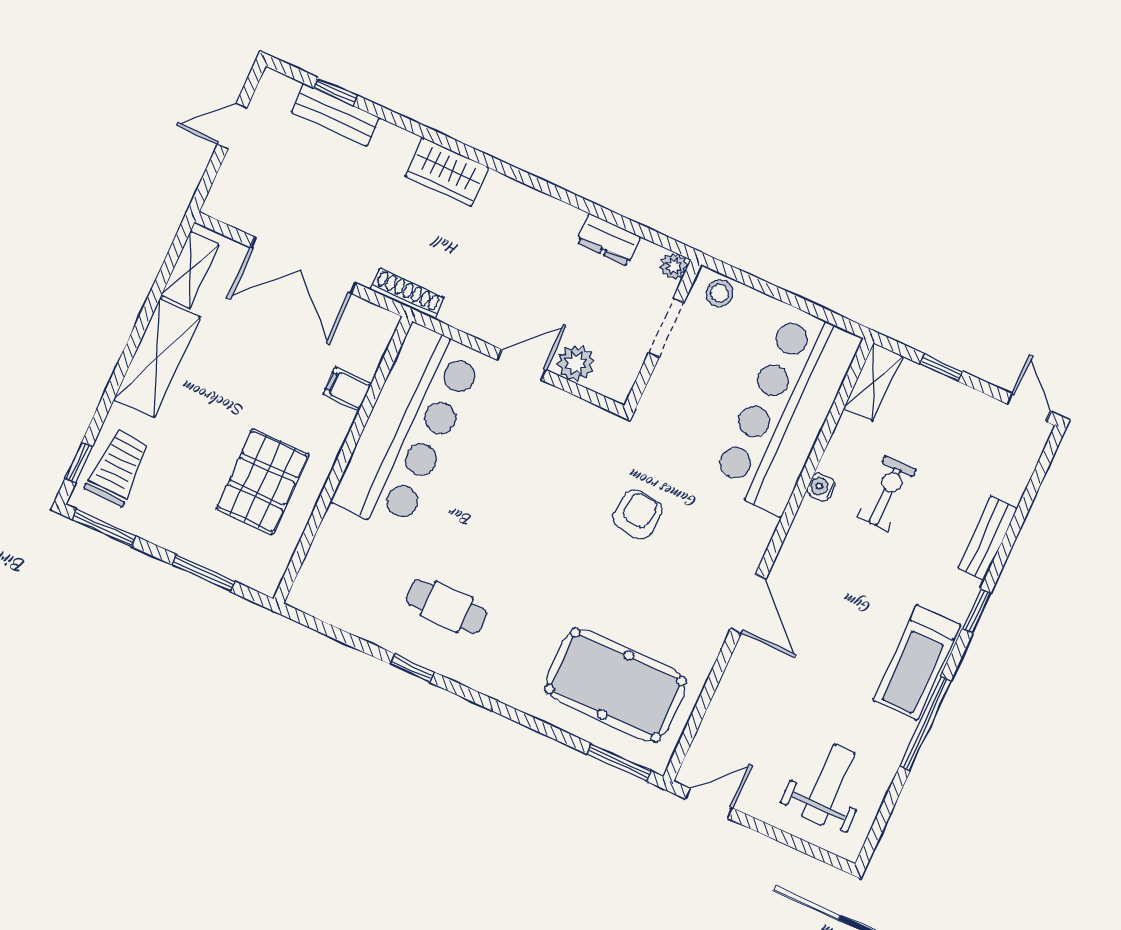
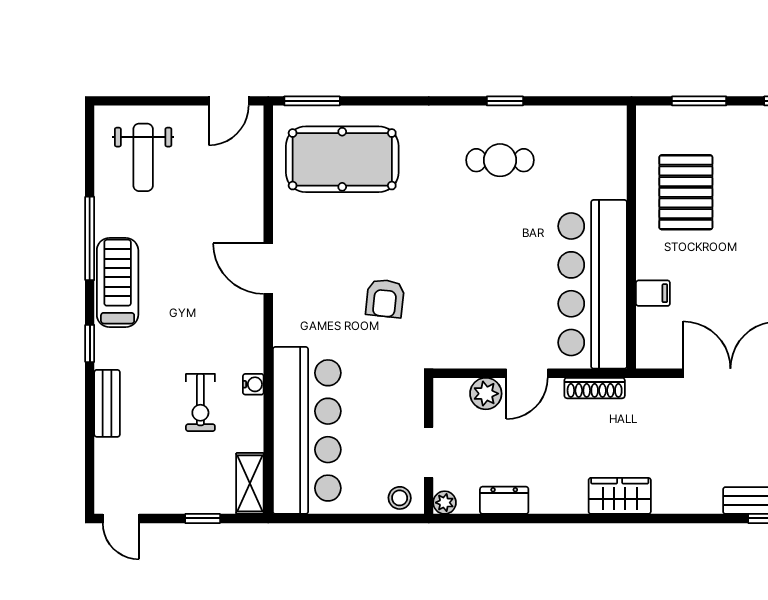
wardrobe: (447, 172) -> (620, 496), moved
shoe rack: (407, 293) -> (595, 388), moved

